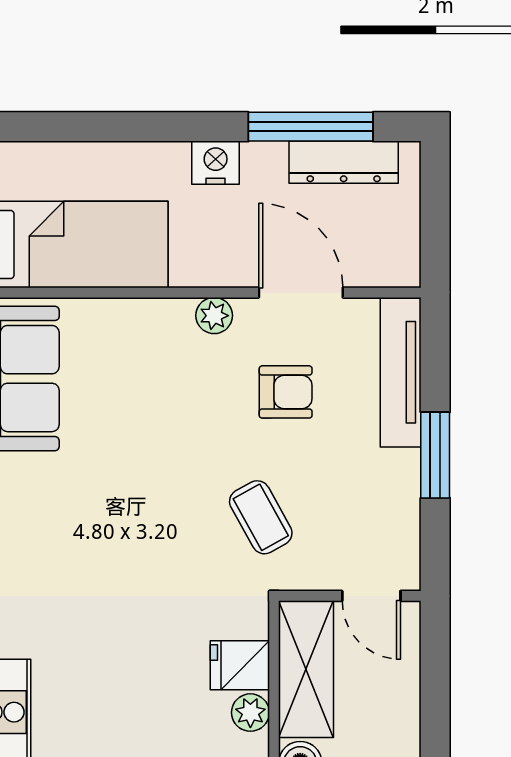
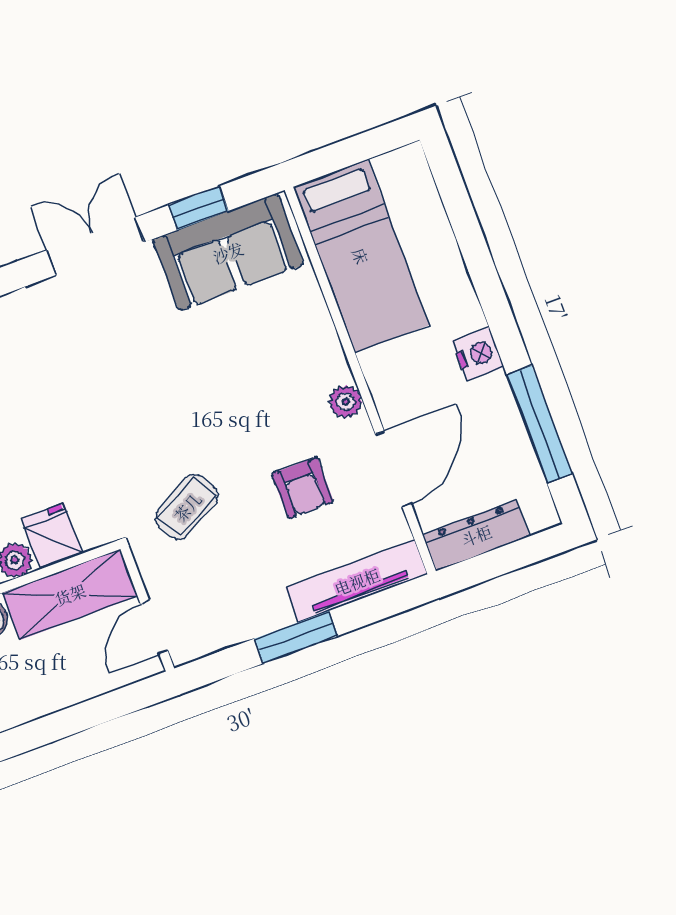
dresser: (344, 162) -> (476, 535), moved, turned 90

